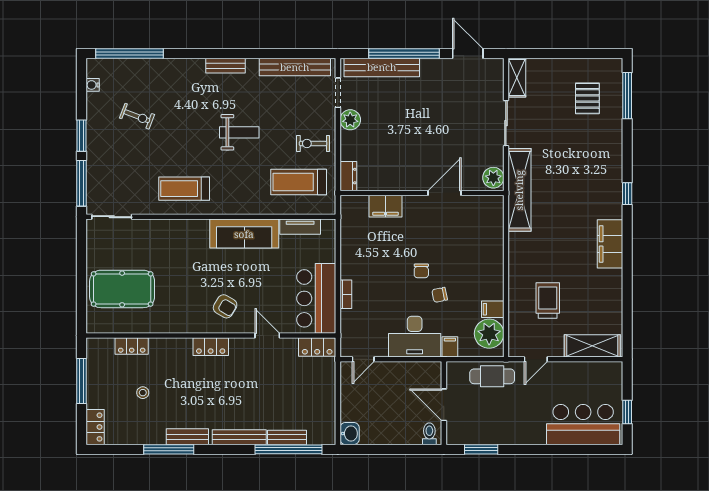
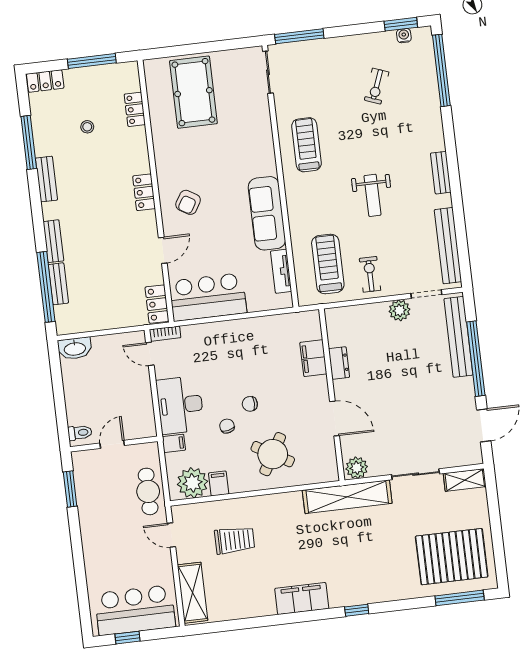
pallet: (587, 98) -> (452, 557), width x2.05, depth x2.00
window: (81, 136) -> (401, 24), moved
dresser: (348, 176) -> (339, 363), moved, turned -90
round table: (471, 255) -> (273, 454), added
bookcase: (346, 294) -> (165, 334), moved
door: (444, 405) -> (112, 444), width x0.73
bar counter: (583, 425) -> (135, 610), moved, turned -90
washbasin: (350, 434) -> (75, 348), width x1.38
bench: (239, 437) -> (53, 241), width x0.73
window: (169, 449) -> (29, 142), moved

